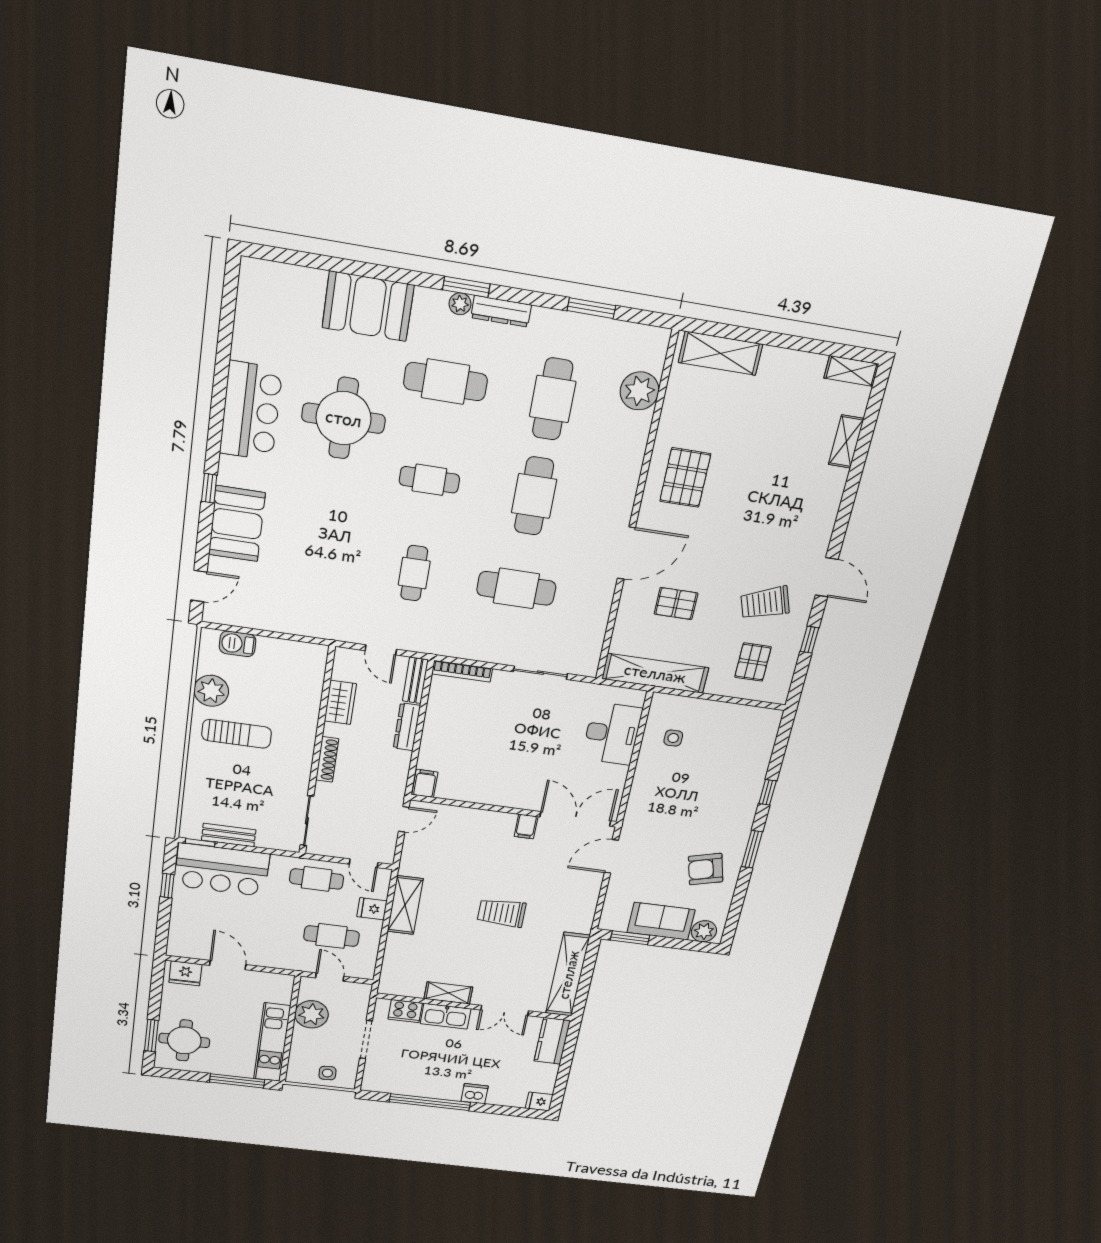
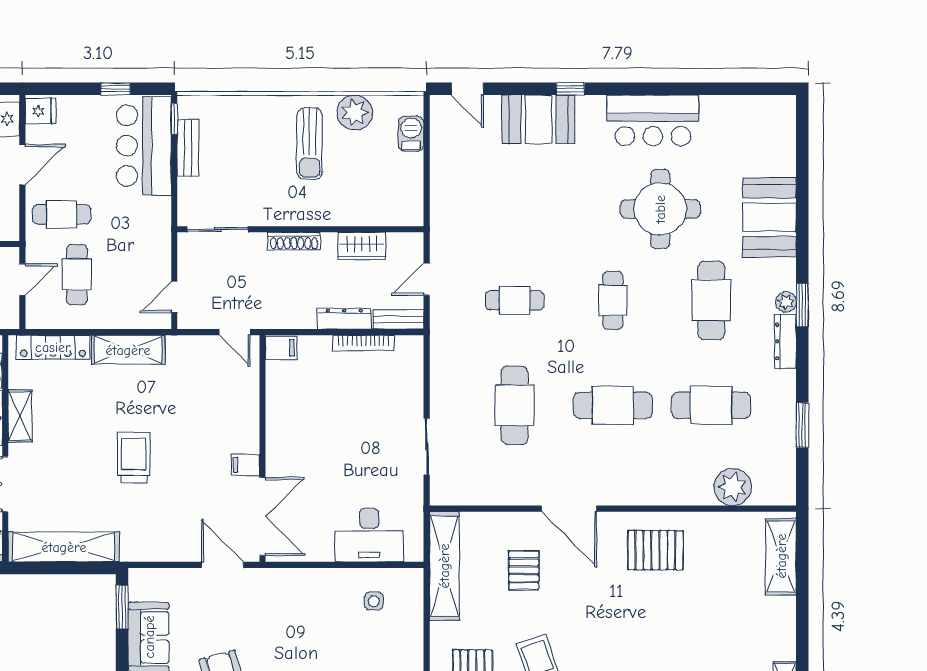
bookcase: (462, 671) -> (363, 343), moved, turned -90
cafe table: (317, 879) -> (62, 214), moved, turned 90
fridge: (372, 909) -> (40, 111), moved, turned 90
locker: (393, 961) -> (53, 347), added

